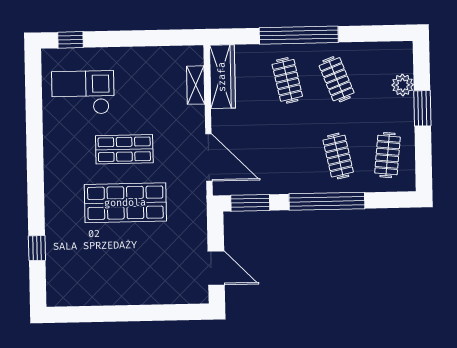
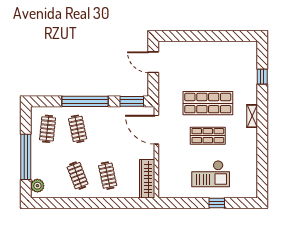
window: (299, 35) -> (100, 203), removed
window: (70, 40) -> (217, 203), moved
shelving: (196, 85) -> (252, 116), moved
plant: (403, 85) -> (37, 186), moved
checkout: (83, 93) -> (211, 174), moved
window: (422, 108) -> (26, 157), width x2.11

